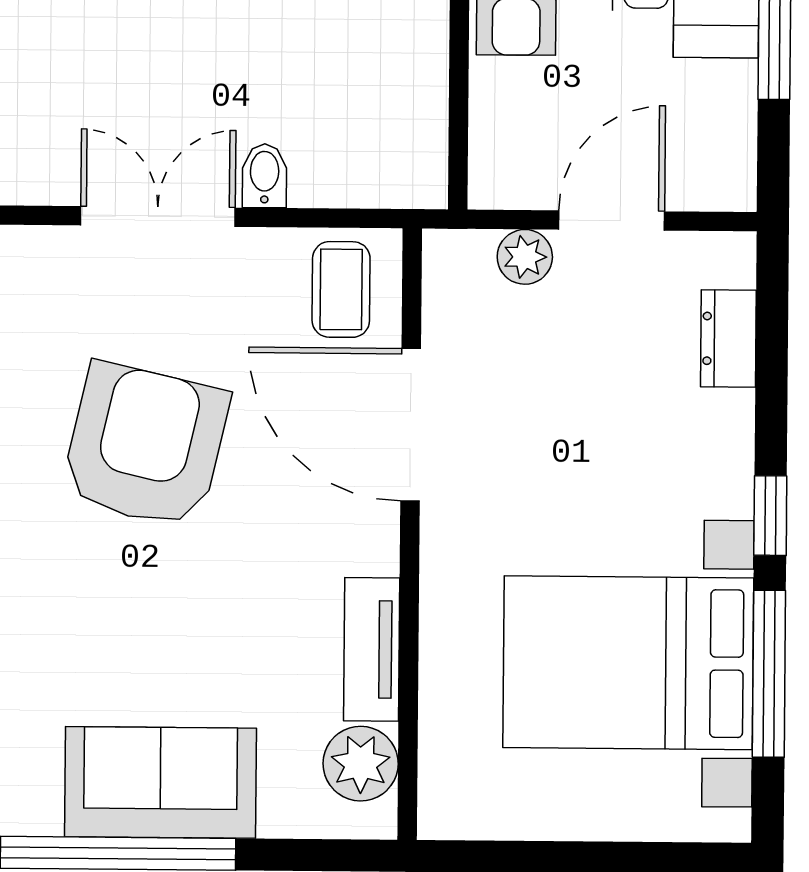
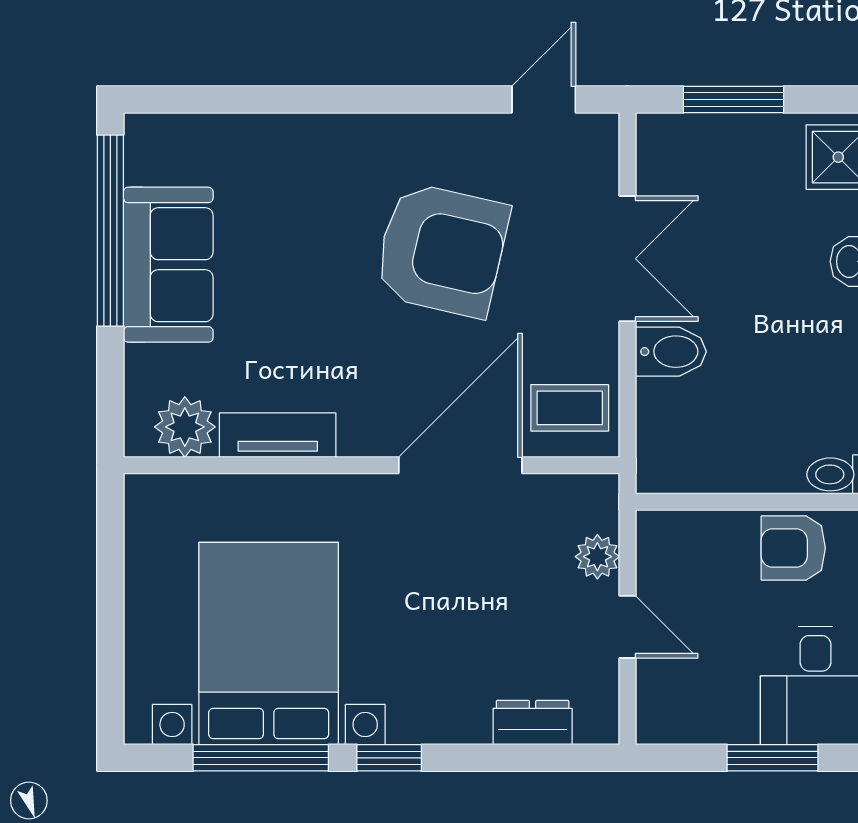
bidet: (264, 176) -> (671, 352), width x1.38, depth x1.36
door: (612, 220) -> (628, 627), width x0.73

